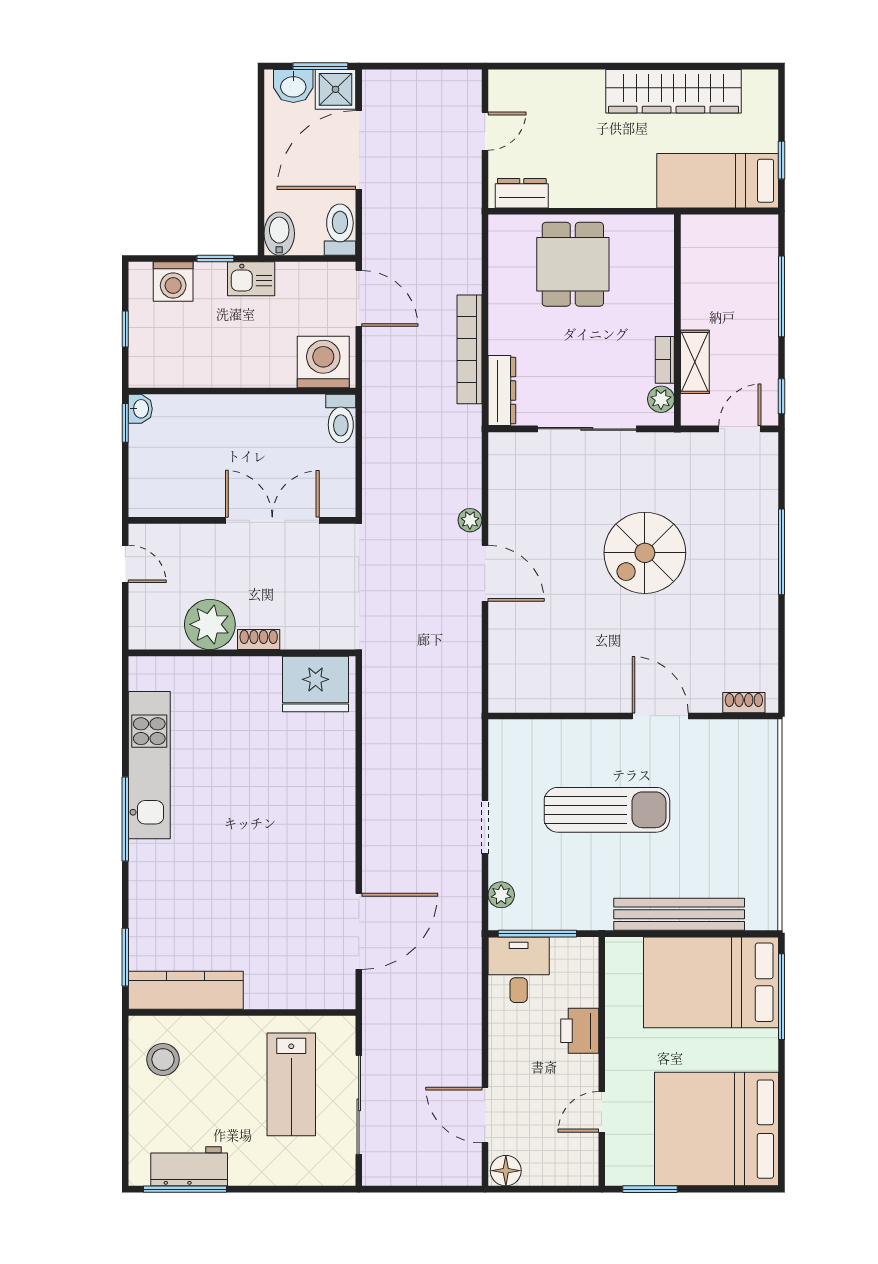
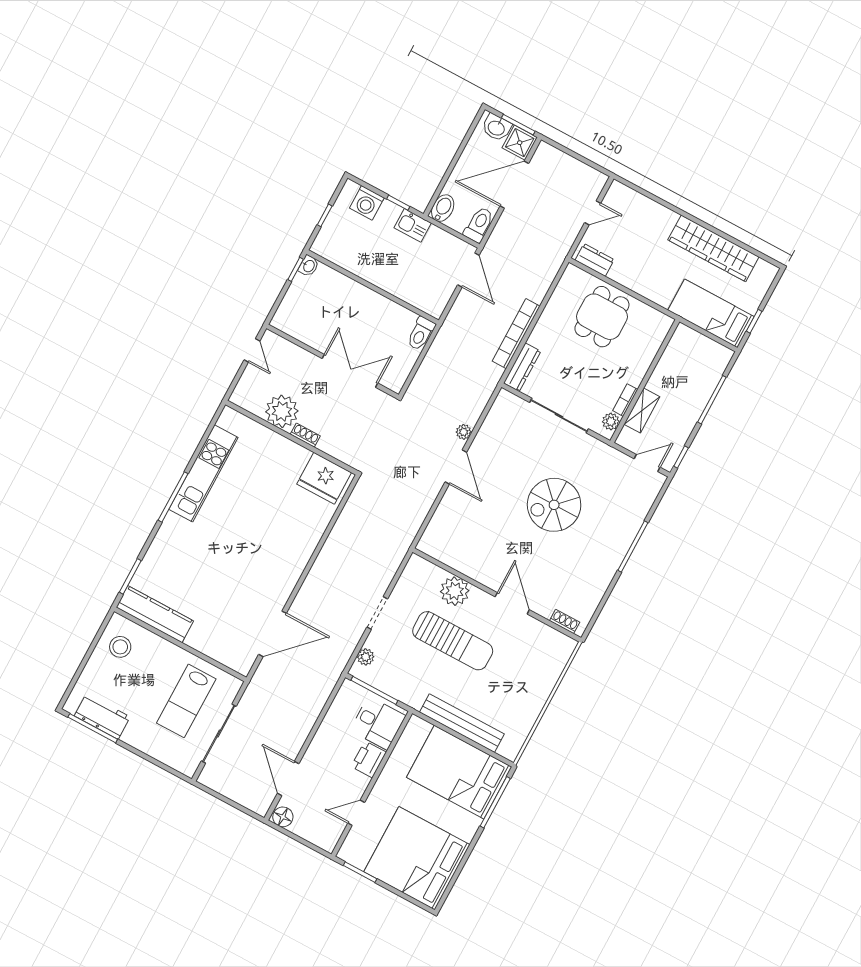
washing machine: (323, 362) -> (428, 296), removed
plant: (574, 741) -> (455, 591), added
desk: (519, 970) -> (378, 723), moved, turned 90

